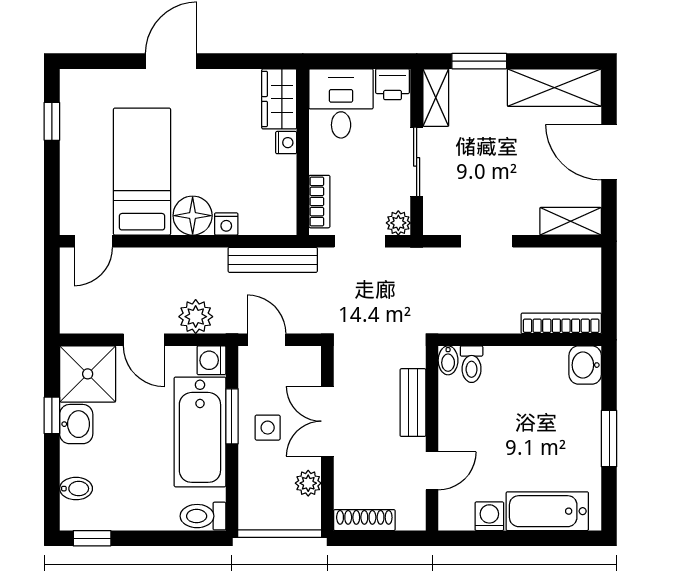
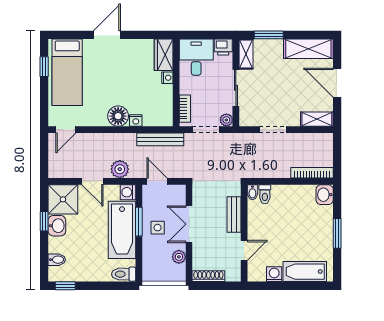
bed: (142, 172) -> (67, 72), moved, turned 180

